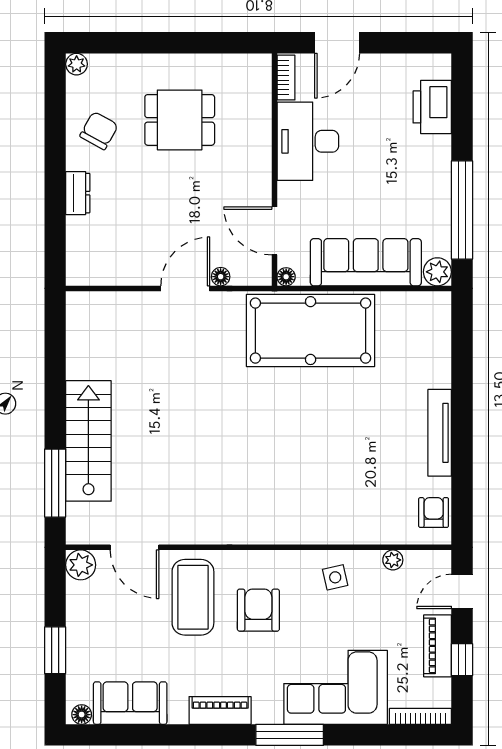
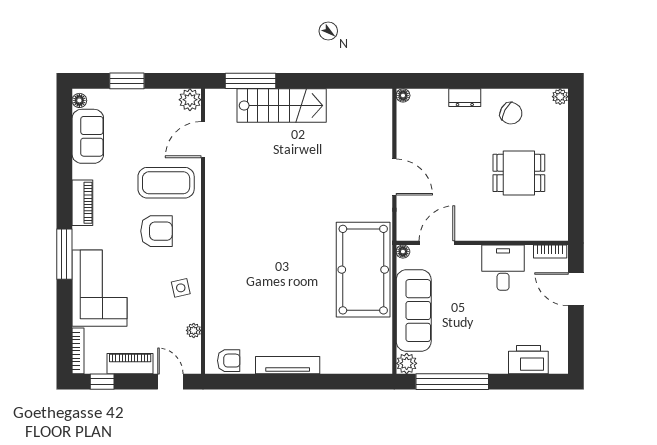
dining table: (180, 120) -> (519, 173), turned 90
desk: (308, 141) -> (503, 268), width x0.73
floor lamp: (221, 277) -> (403, 95), moved
window: (462, 660) -> (102, 382), moved

